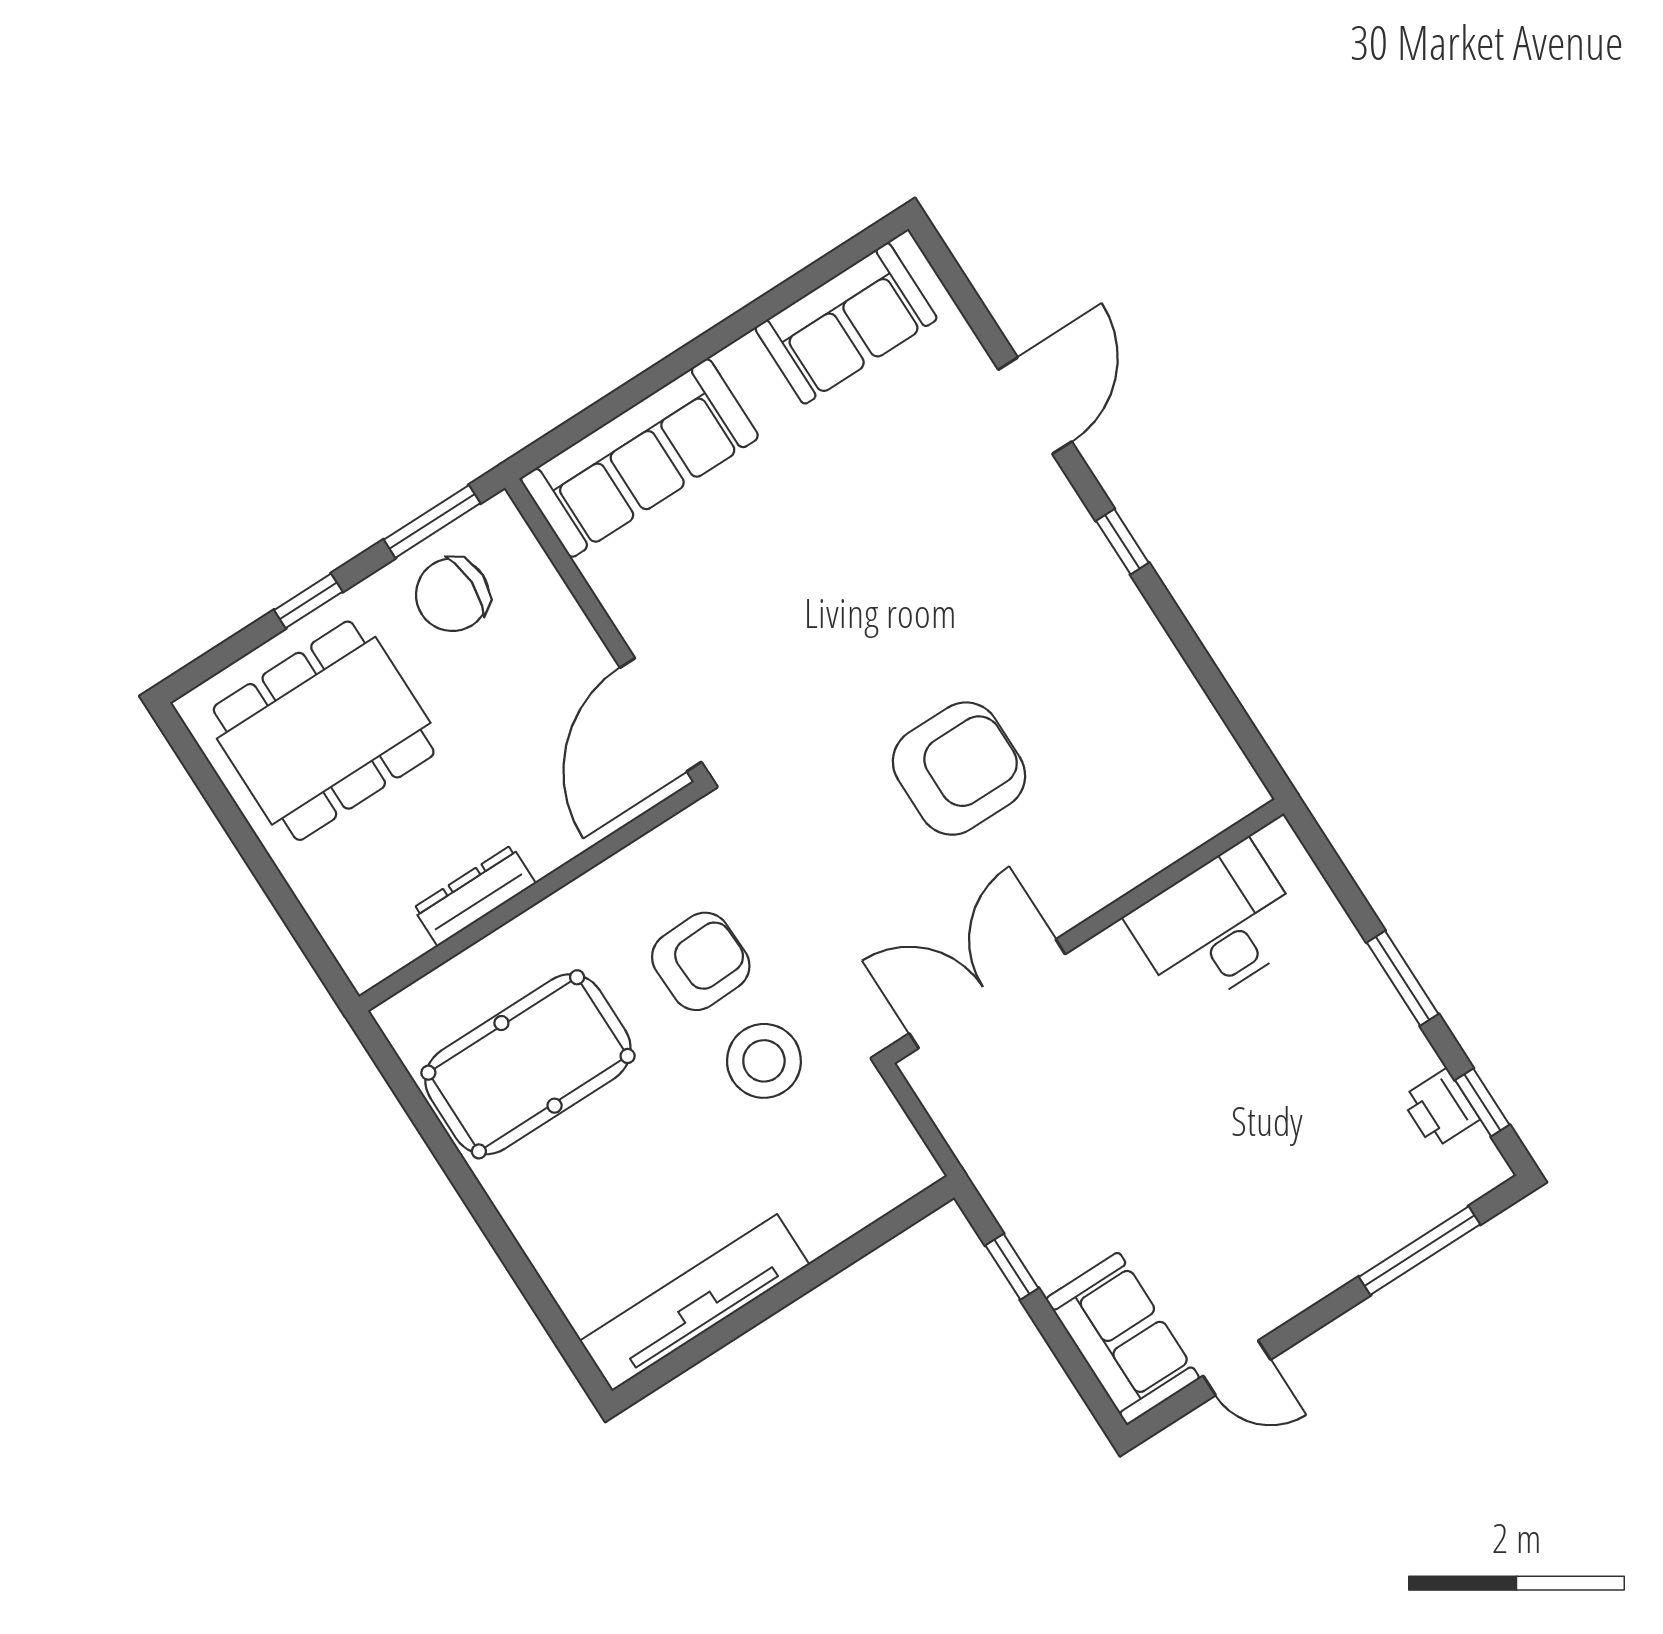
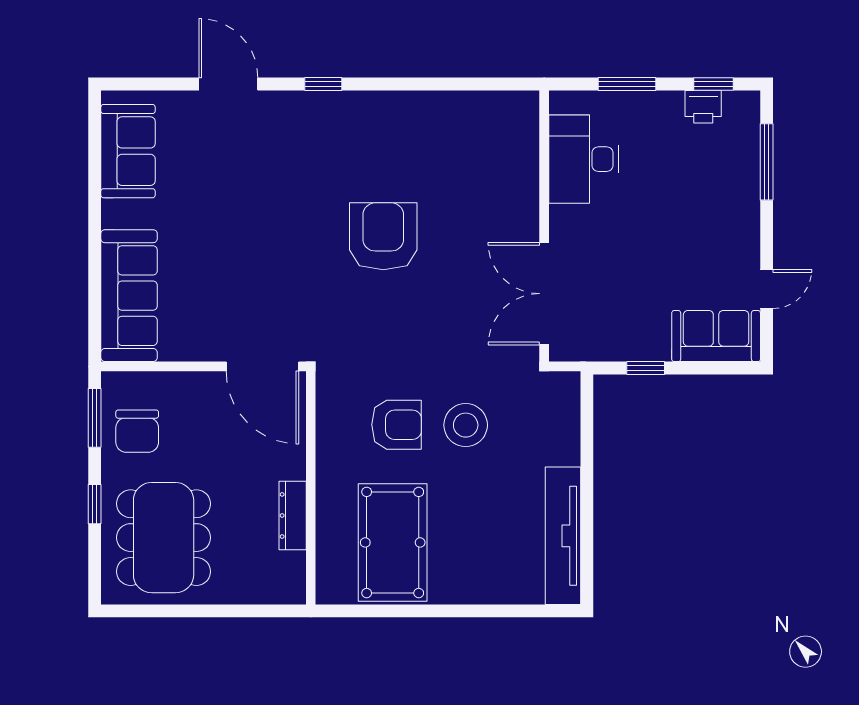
desk: (1217, 926) -> (584, 159), moved
wall: (1084, 931) -> (544, 226), moved
armchair: (701, 961) -> (397, 425), turned 92
double door: (987, 994) -> (544, 294), moved

